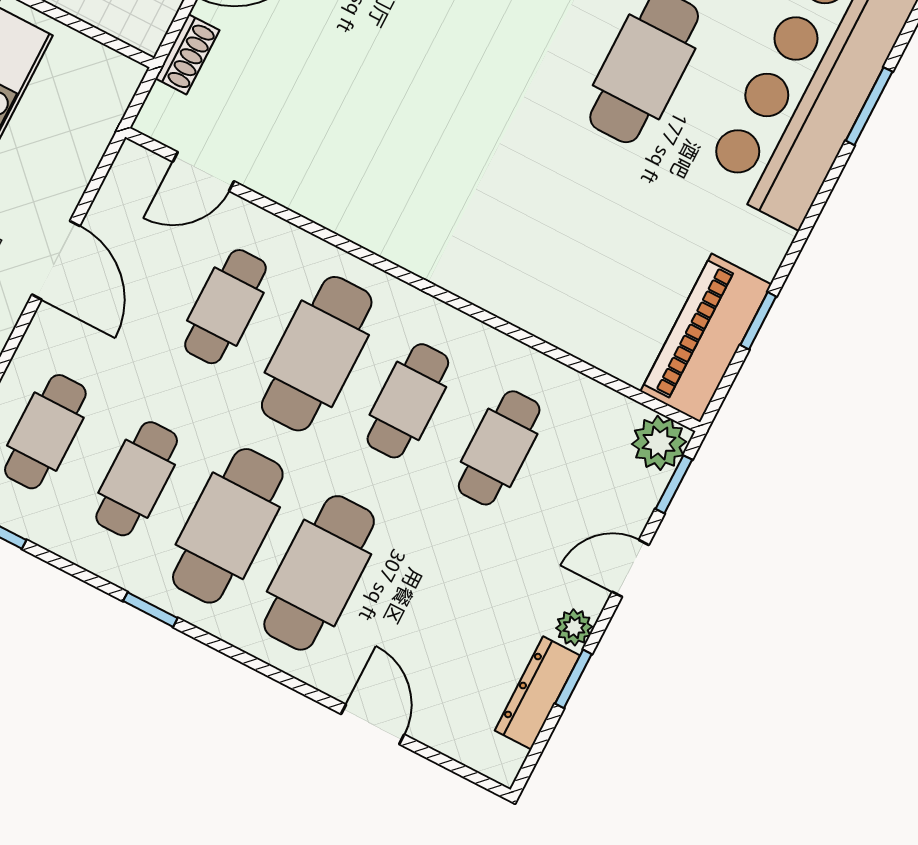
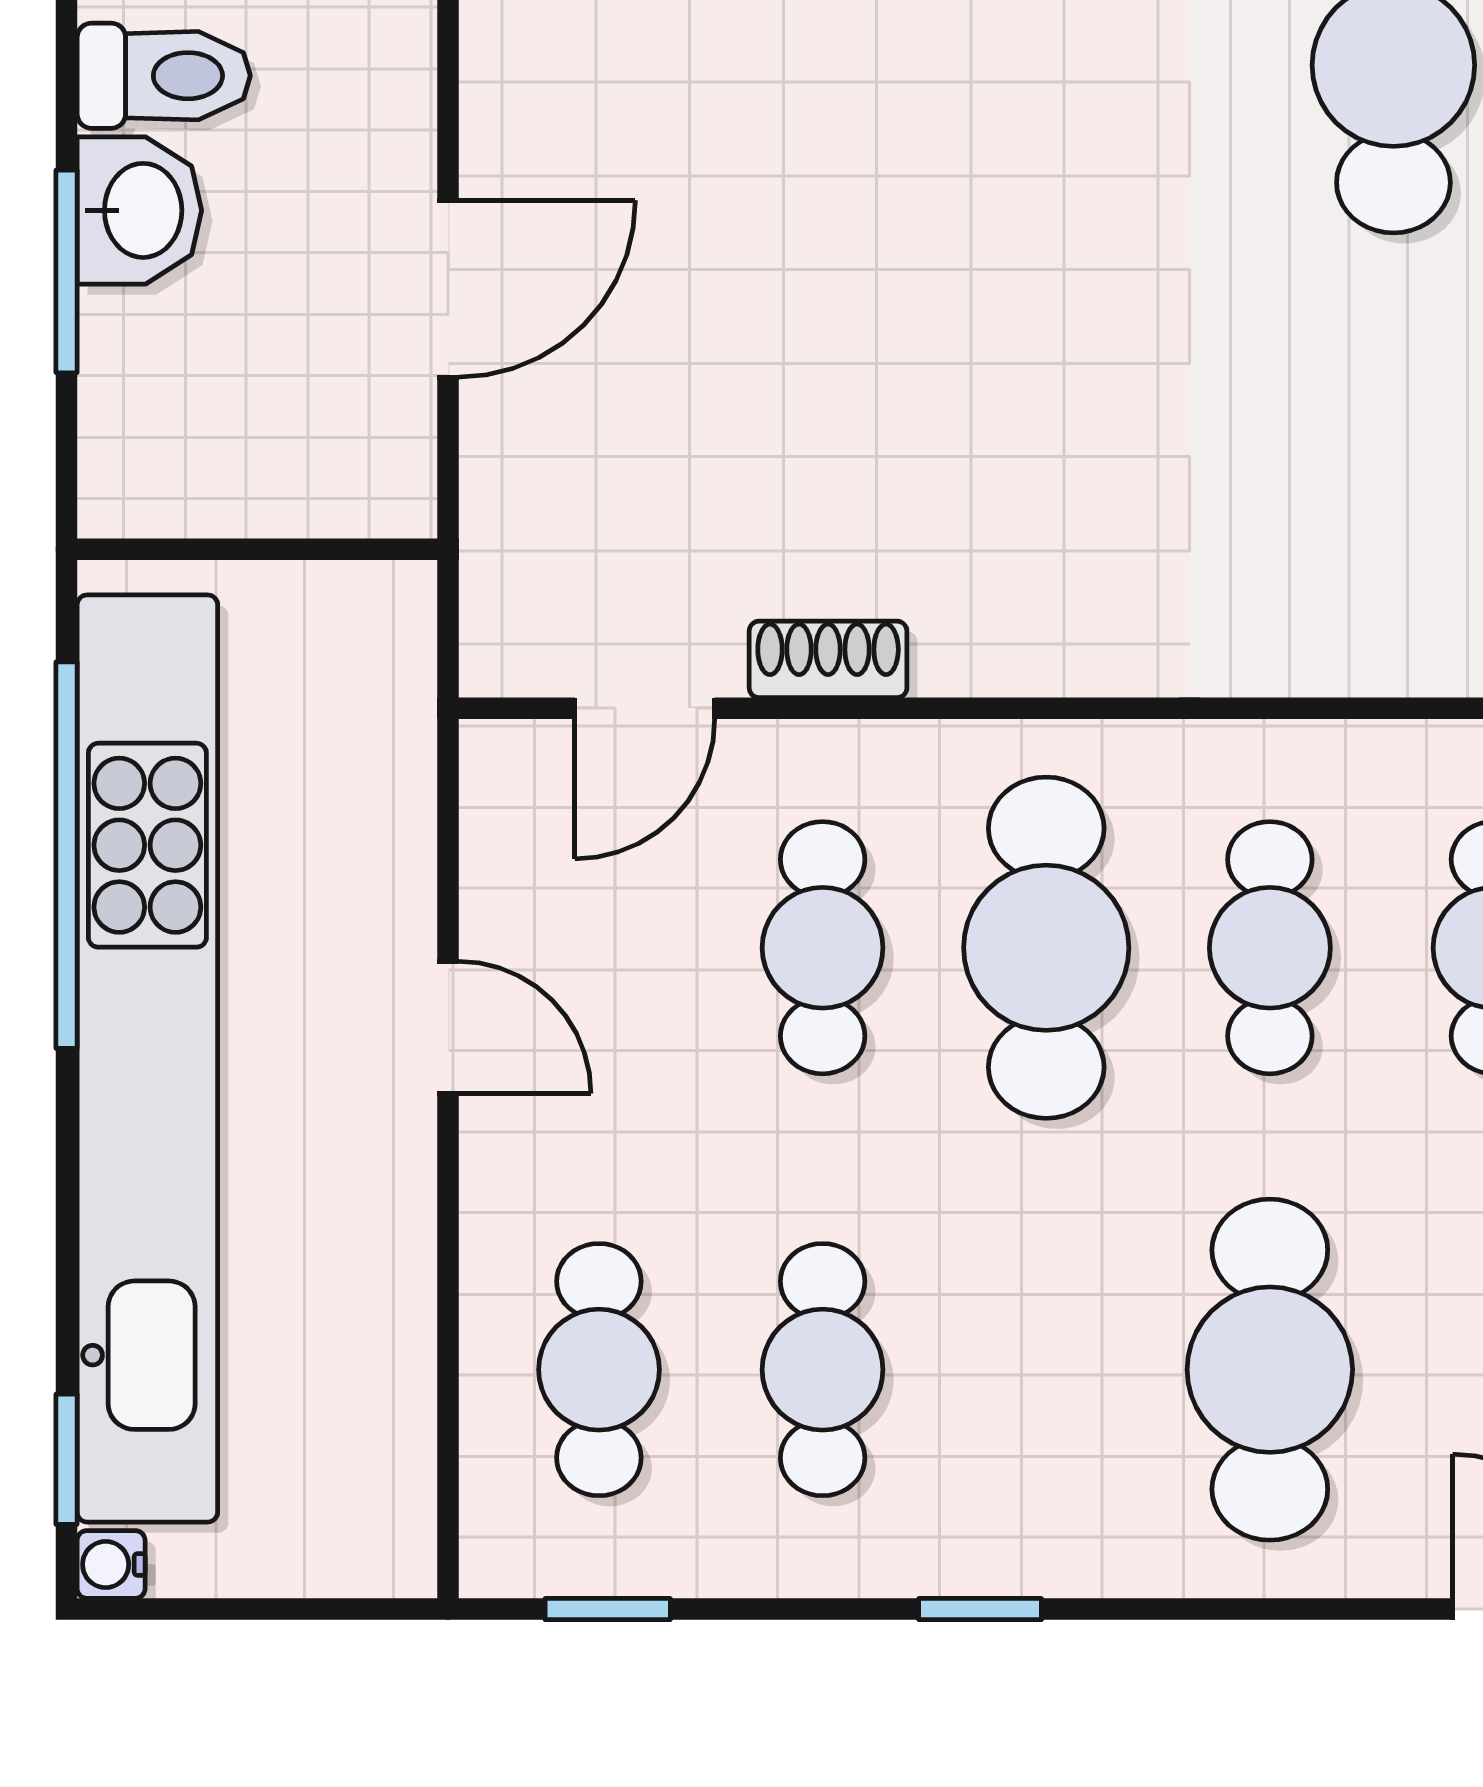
shoe rack: (187, 54) -> (828, 659), moved, turned -90
door: (56, 260) -> (448, 1028), width x0.73
cafe table: (228, 526) -> (1046, 1370), removed

